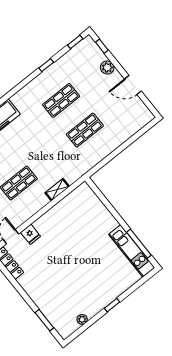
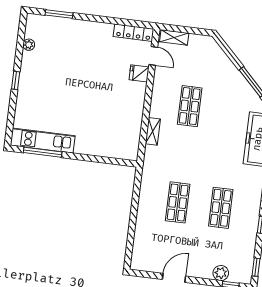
plant: (107, 68) -> (221, 273), moved

